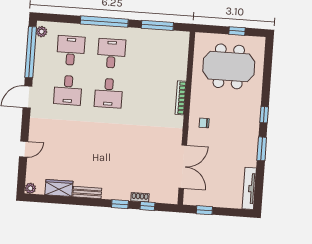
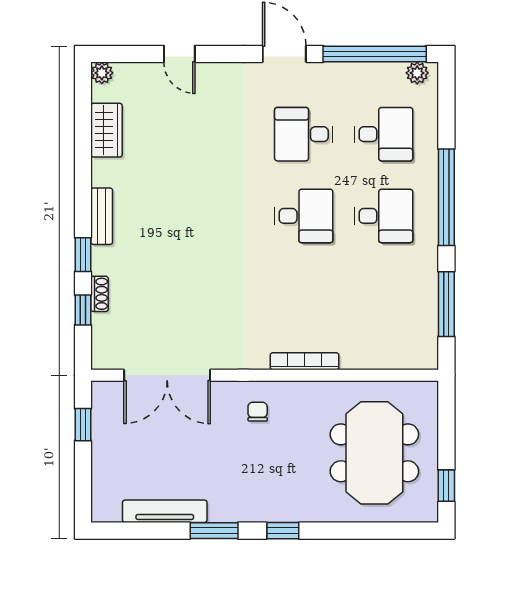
window: (237, 31) -> (446, 486), moved
desk: (109, 93) -> (304, 216), turned 180
tv unit: (249, 188) -> (165, 511), moved
bench: (87, 192) -> (102, 216), moved

